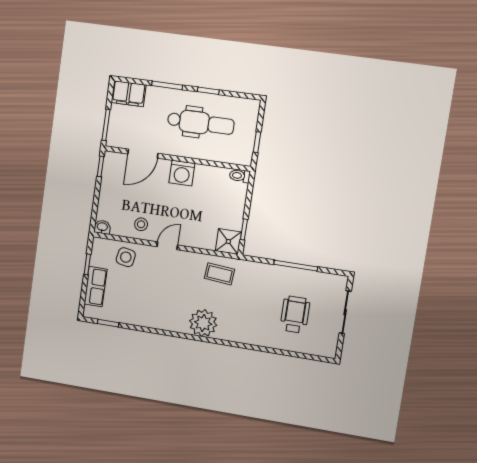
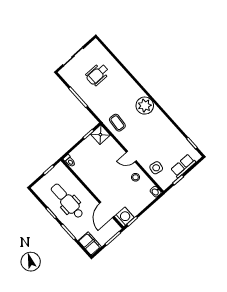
door: (143, 154) -> (107, 210), swing flipped
washing machine: (182, 173) -> (124, 217), moved

